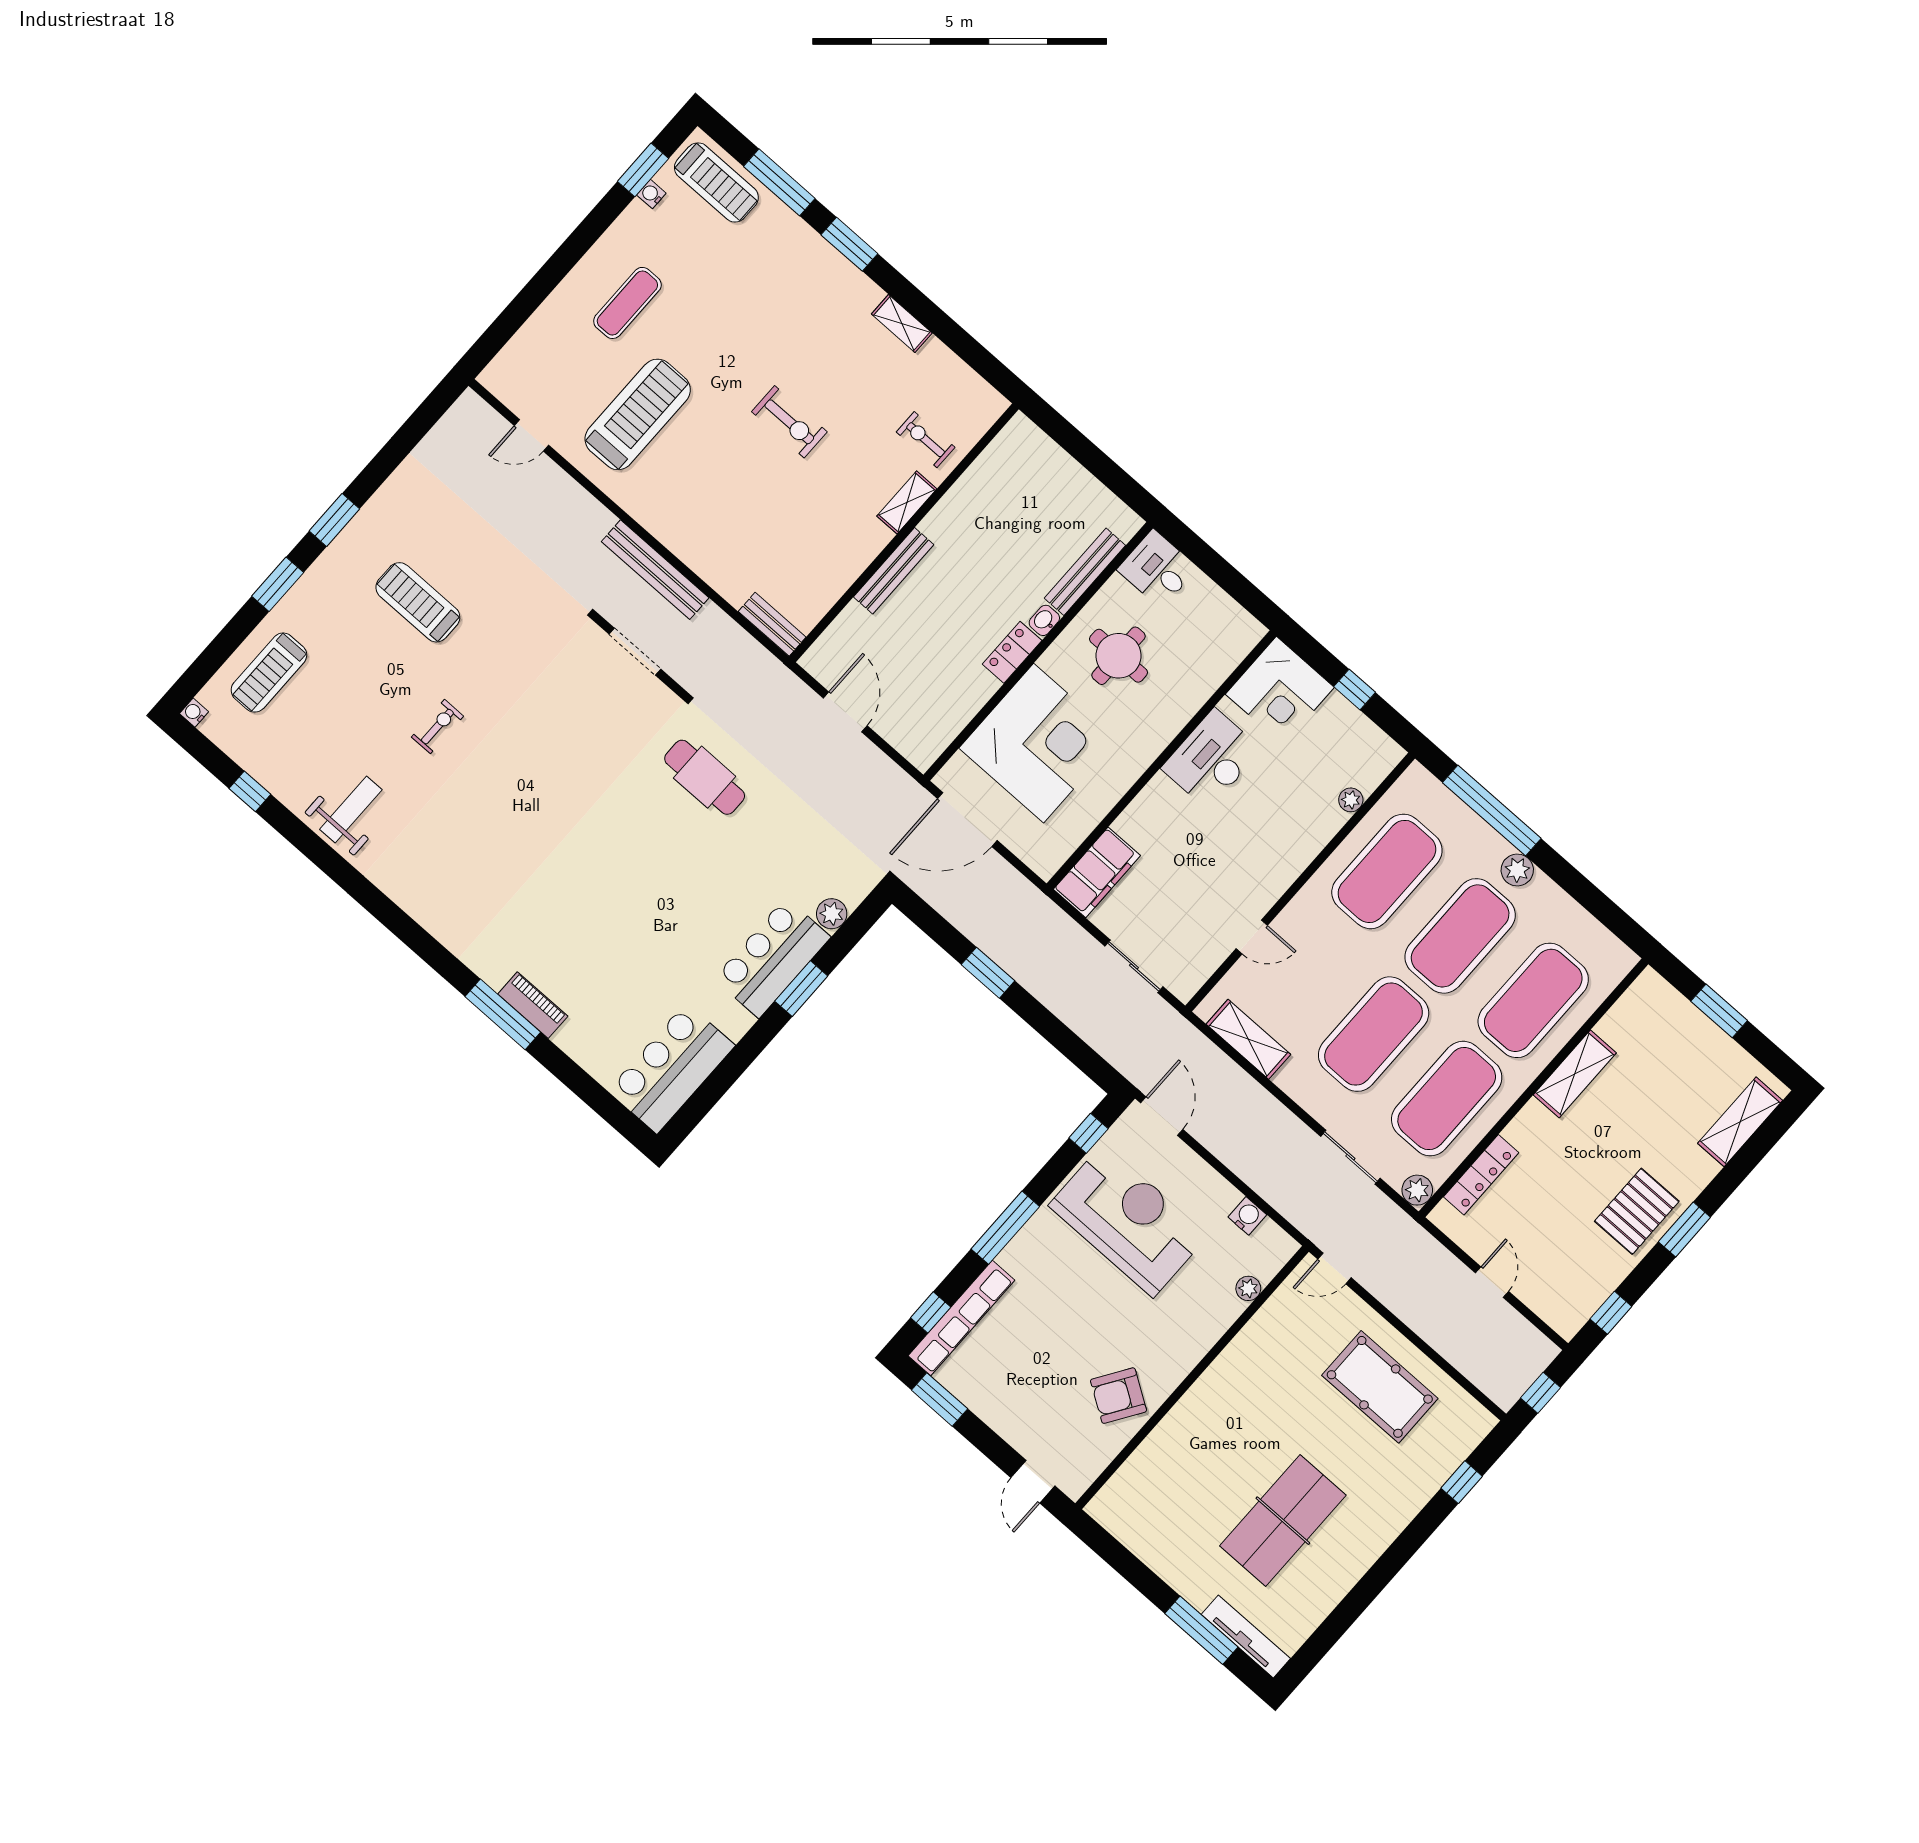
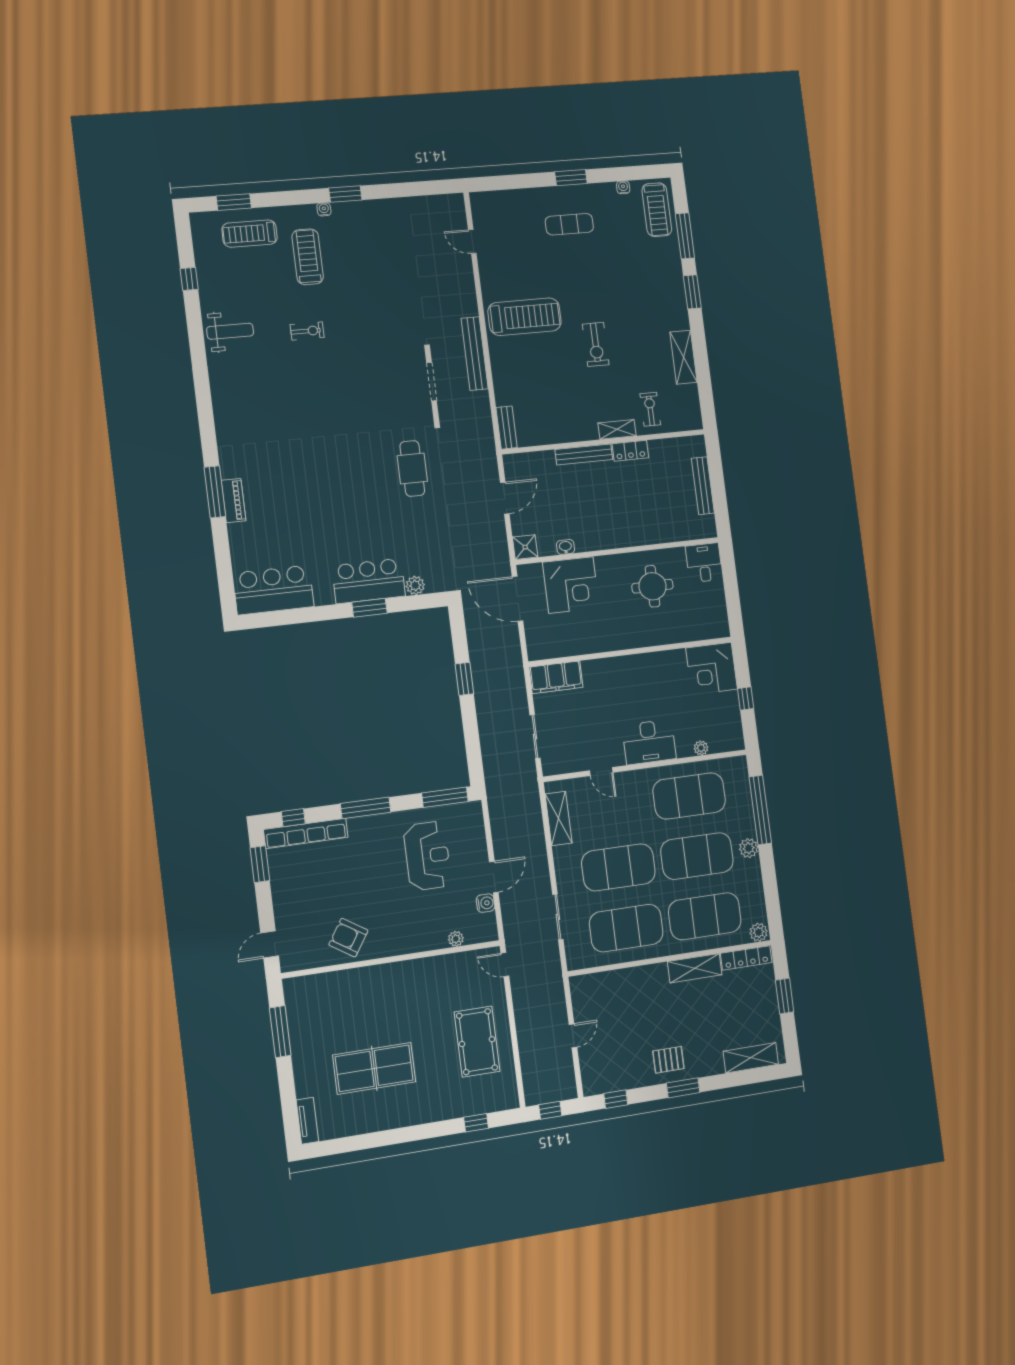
window: (643, 170) -> (571, 178), moved
shelving: (902, 323) -> (684, 357), width x1.50, depth x1.33
treadmill: (638, 414) -> (525, 317), moved
bench: (1085, 572) -> (703, 486), moved, turned 90
window: (278, 584) -> (234, 202), moved
treadmill: (418, 602) -> (308, 257), moved
washbasin: (1044, 620) -> (565, 547), moved
locker: (1012, 652) -> (630, 451), moved, turned 180
water cooler: (194, 713) -> (324, 209), moved
corner desk: (1039, 743) -> (571, 585), width x0.74, depth x0.74
shower: (922, 749) -> (525, 547), added
desk: (1211, 759) -> (649, 742), moved, turned 180
door: (1162, 1116) -> (494, 877), moved
window: (1089, 1133) -> (445, 797), width x2.17
locker: (1481, 1175) -> (746, 958), moved
plant: (1417, 1190) -> (759, 932), moved
pallet: (1637, 1211) -> (668, 1060), width x0.67, depth x0.71
reception desk: (1128, 1220) -> (427, 856), width x0.74, depth x0.77
window: (1201, 1630) -> (280, 1032), moved
tv unit: (1246, 1636) -> (307, 1121), width x0.71

